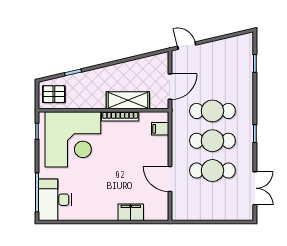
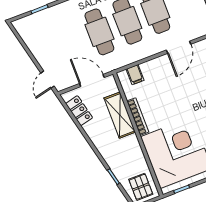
locker: (147, 64) -> (79, 111), added

